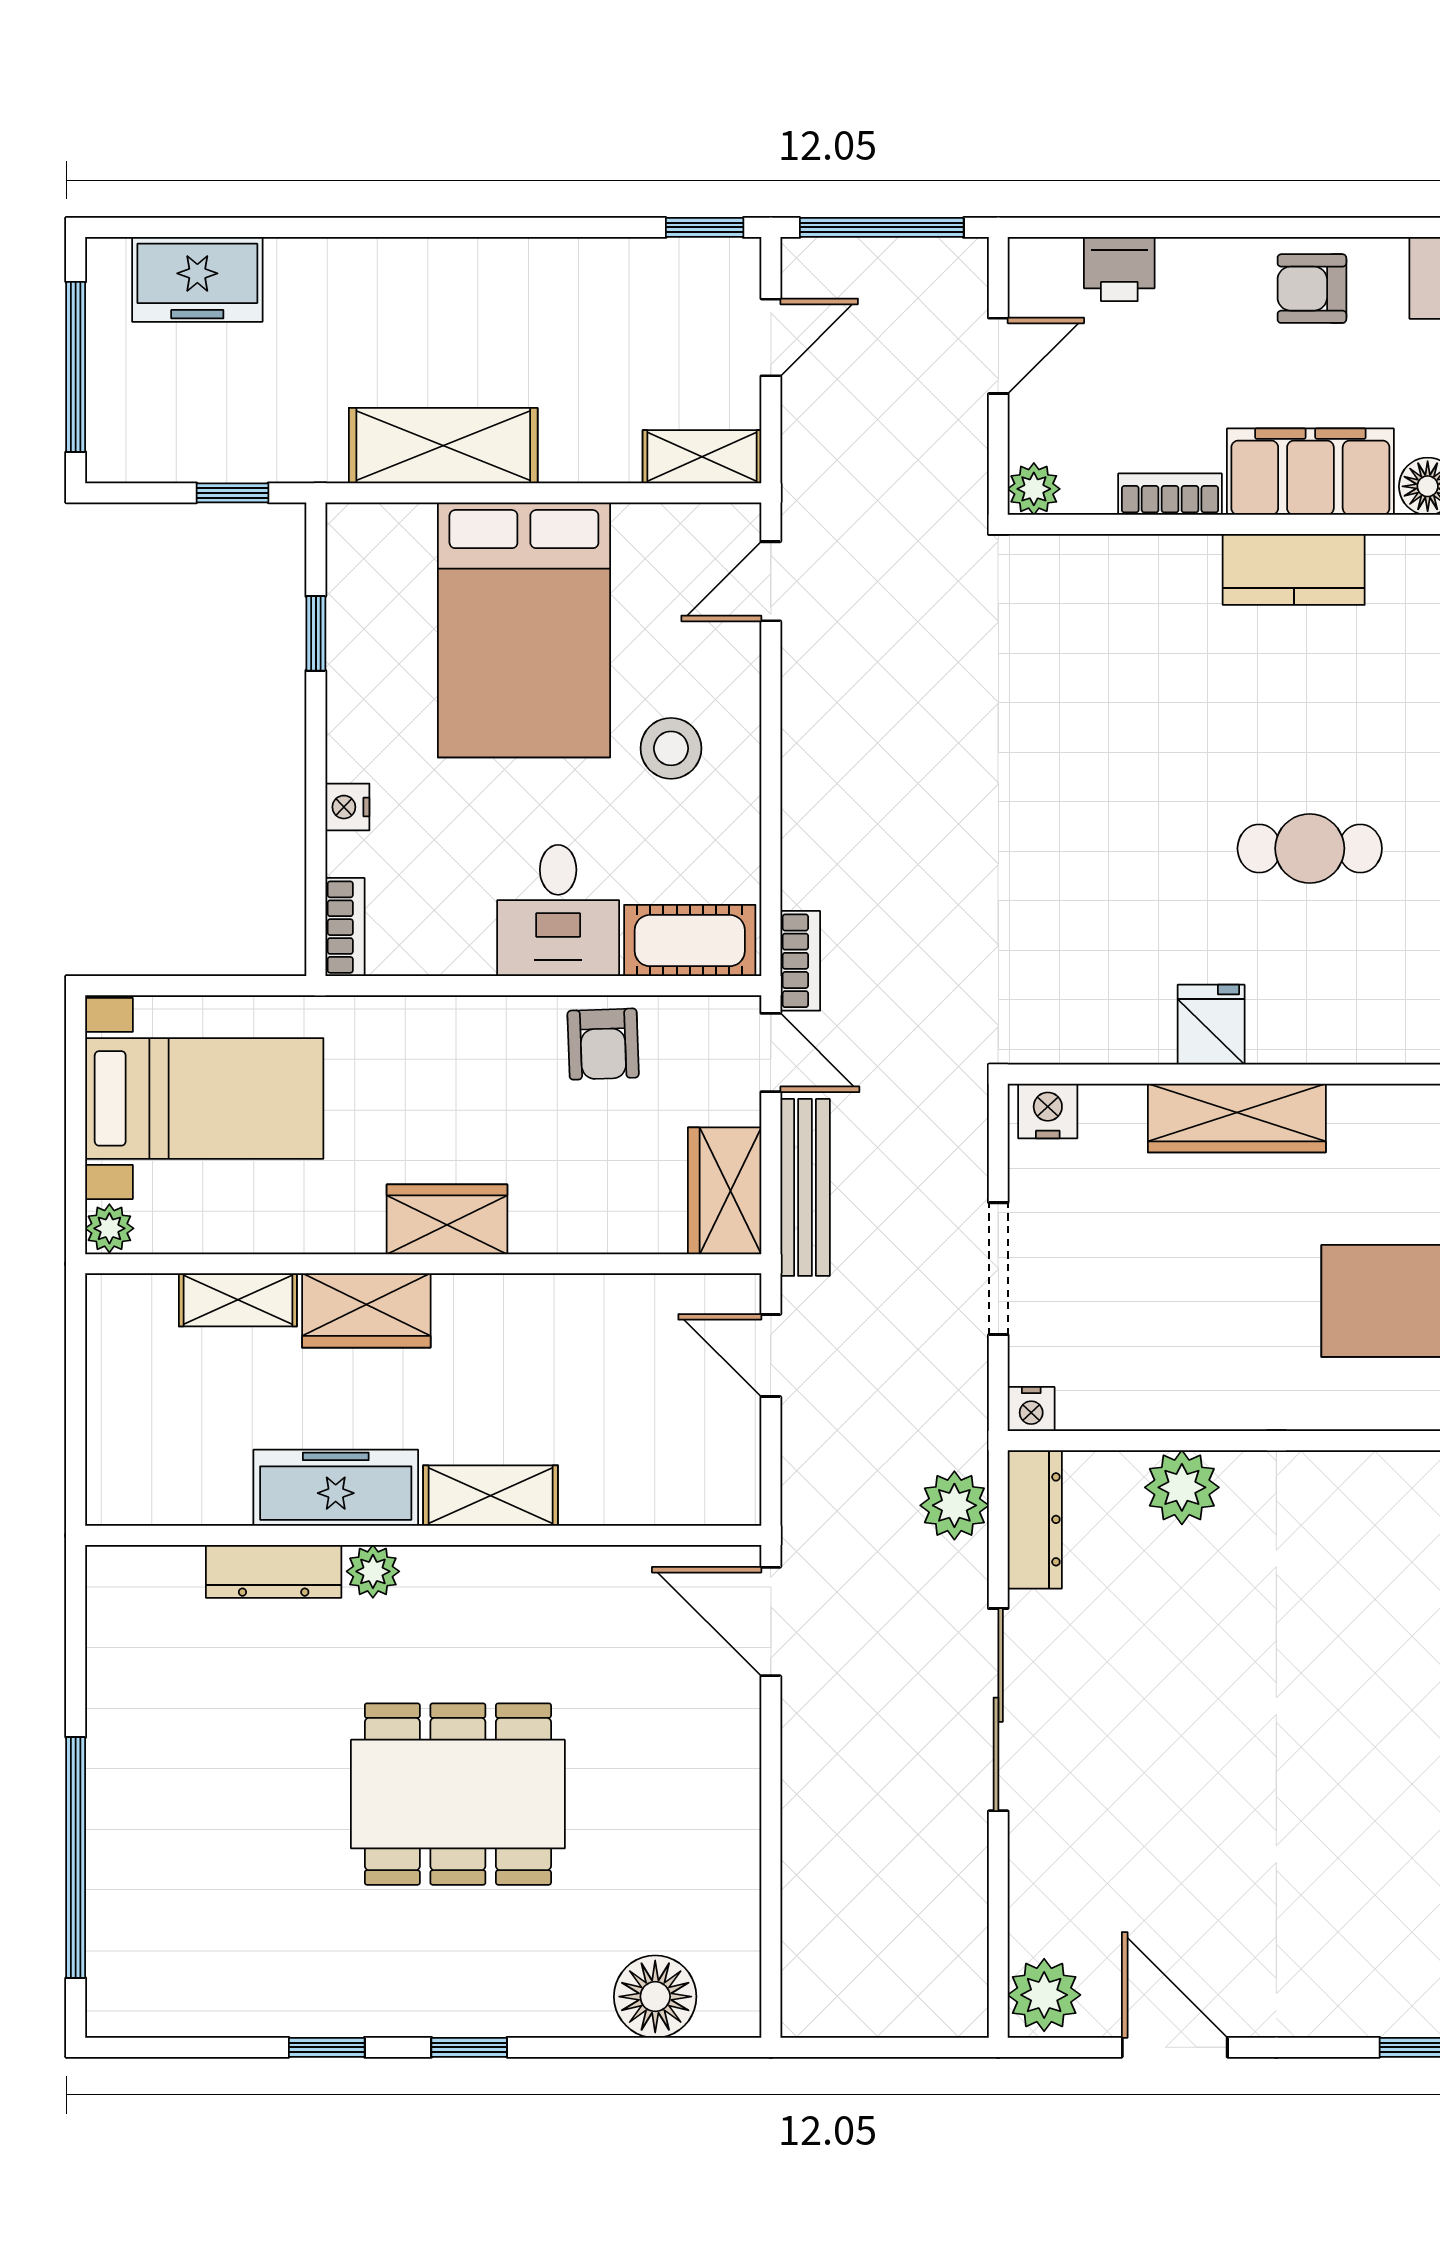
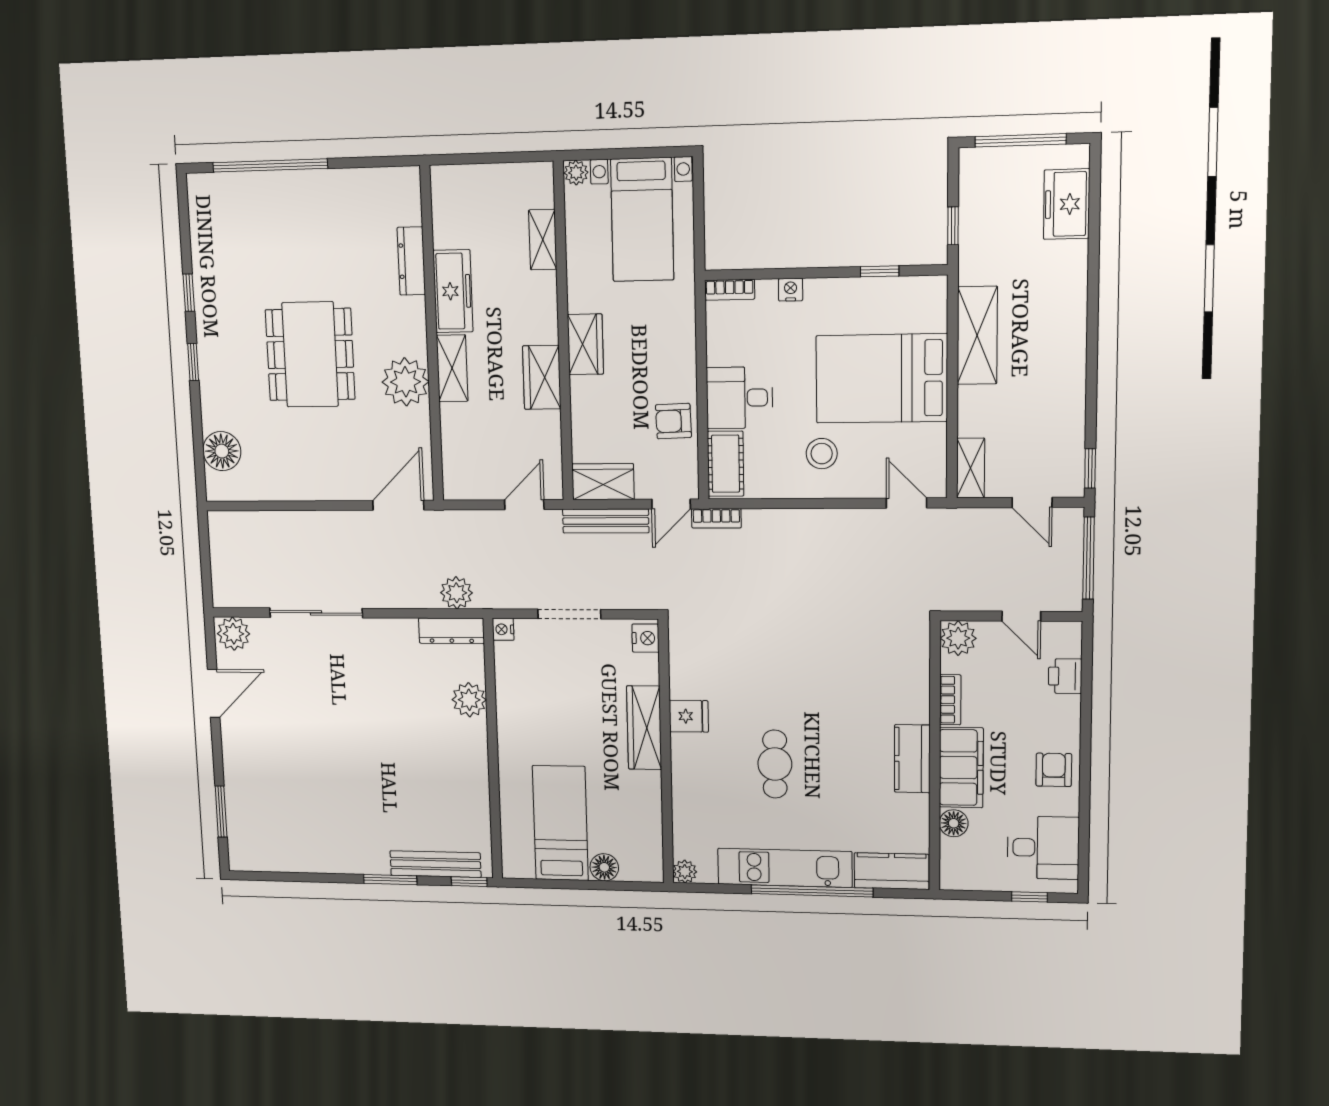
plant: (1034, 489) -> (958, 638), width x1.38, depth x1.38
wardrobe: (366, 1310) -> (542, 377), moved
plant: (373, 1571) -> (405, 382), moved, width x1.88, depth x1.88
sliding door: (998, 1710) -> (316, 613), moved

